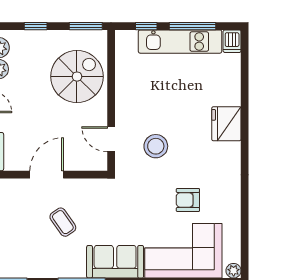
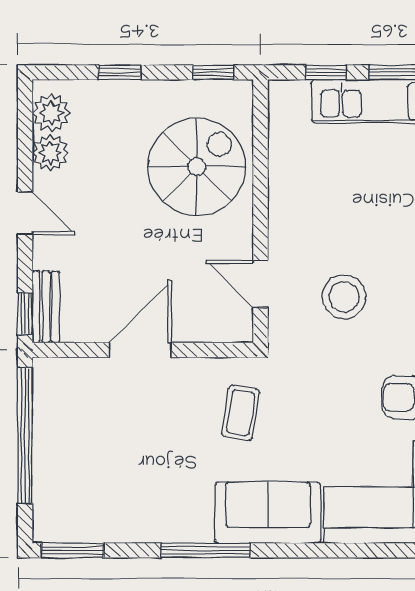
window: (86, 26) -> (213, 72), width x0.67
coffee table: (63, 222) -> (241, 413), moved, turned 44

